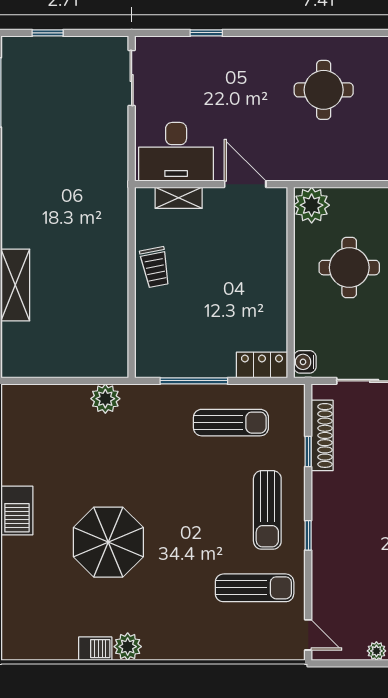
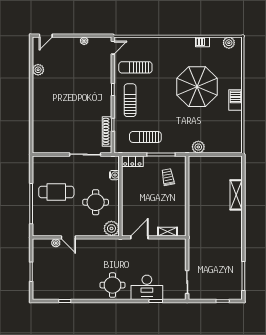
round table: (324, 90) -> (113, 285), moved
desk: (176, 152) -> (147, 287), moved, turned 180
door: (245, 184) -> (139, 237), swing flipped
trolley: (155, 267) -> (168, 177), moved
water cooler: (305, 362) -> (114, 175), moved
parasol: (108, 542) -> (197, 87), width x1.36, depth x1.36
door: (308, 635) -> (113, 48), swing flipped
plant: (128, 647) -> (229, 43), moved

